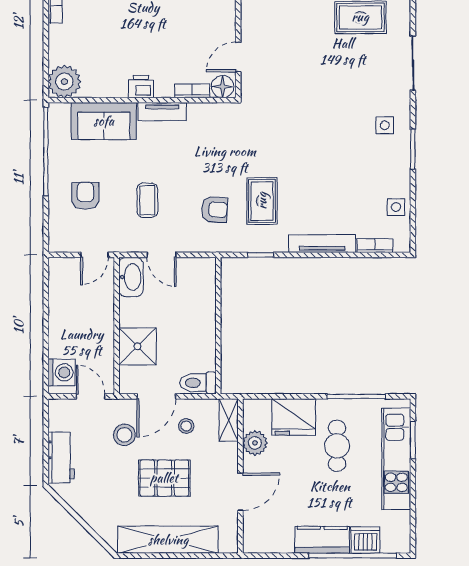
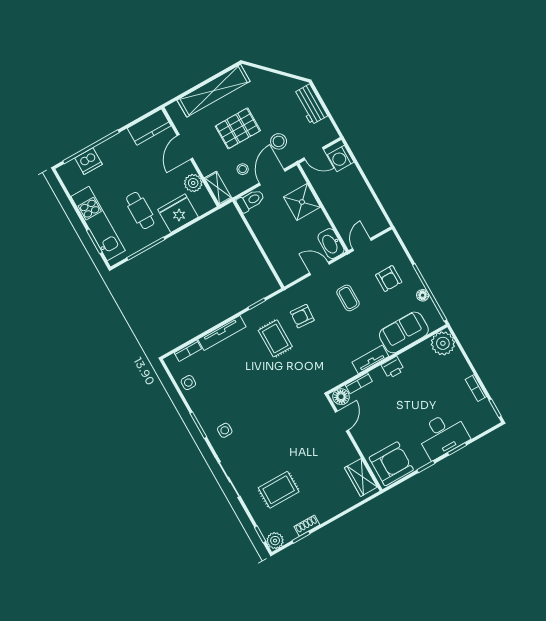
floor lamp: (56, 153) -> (423, 295), added
kitchen counter: (322, 540) -> (149, 127), moved

